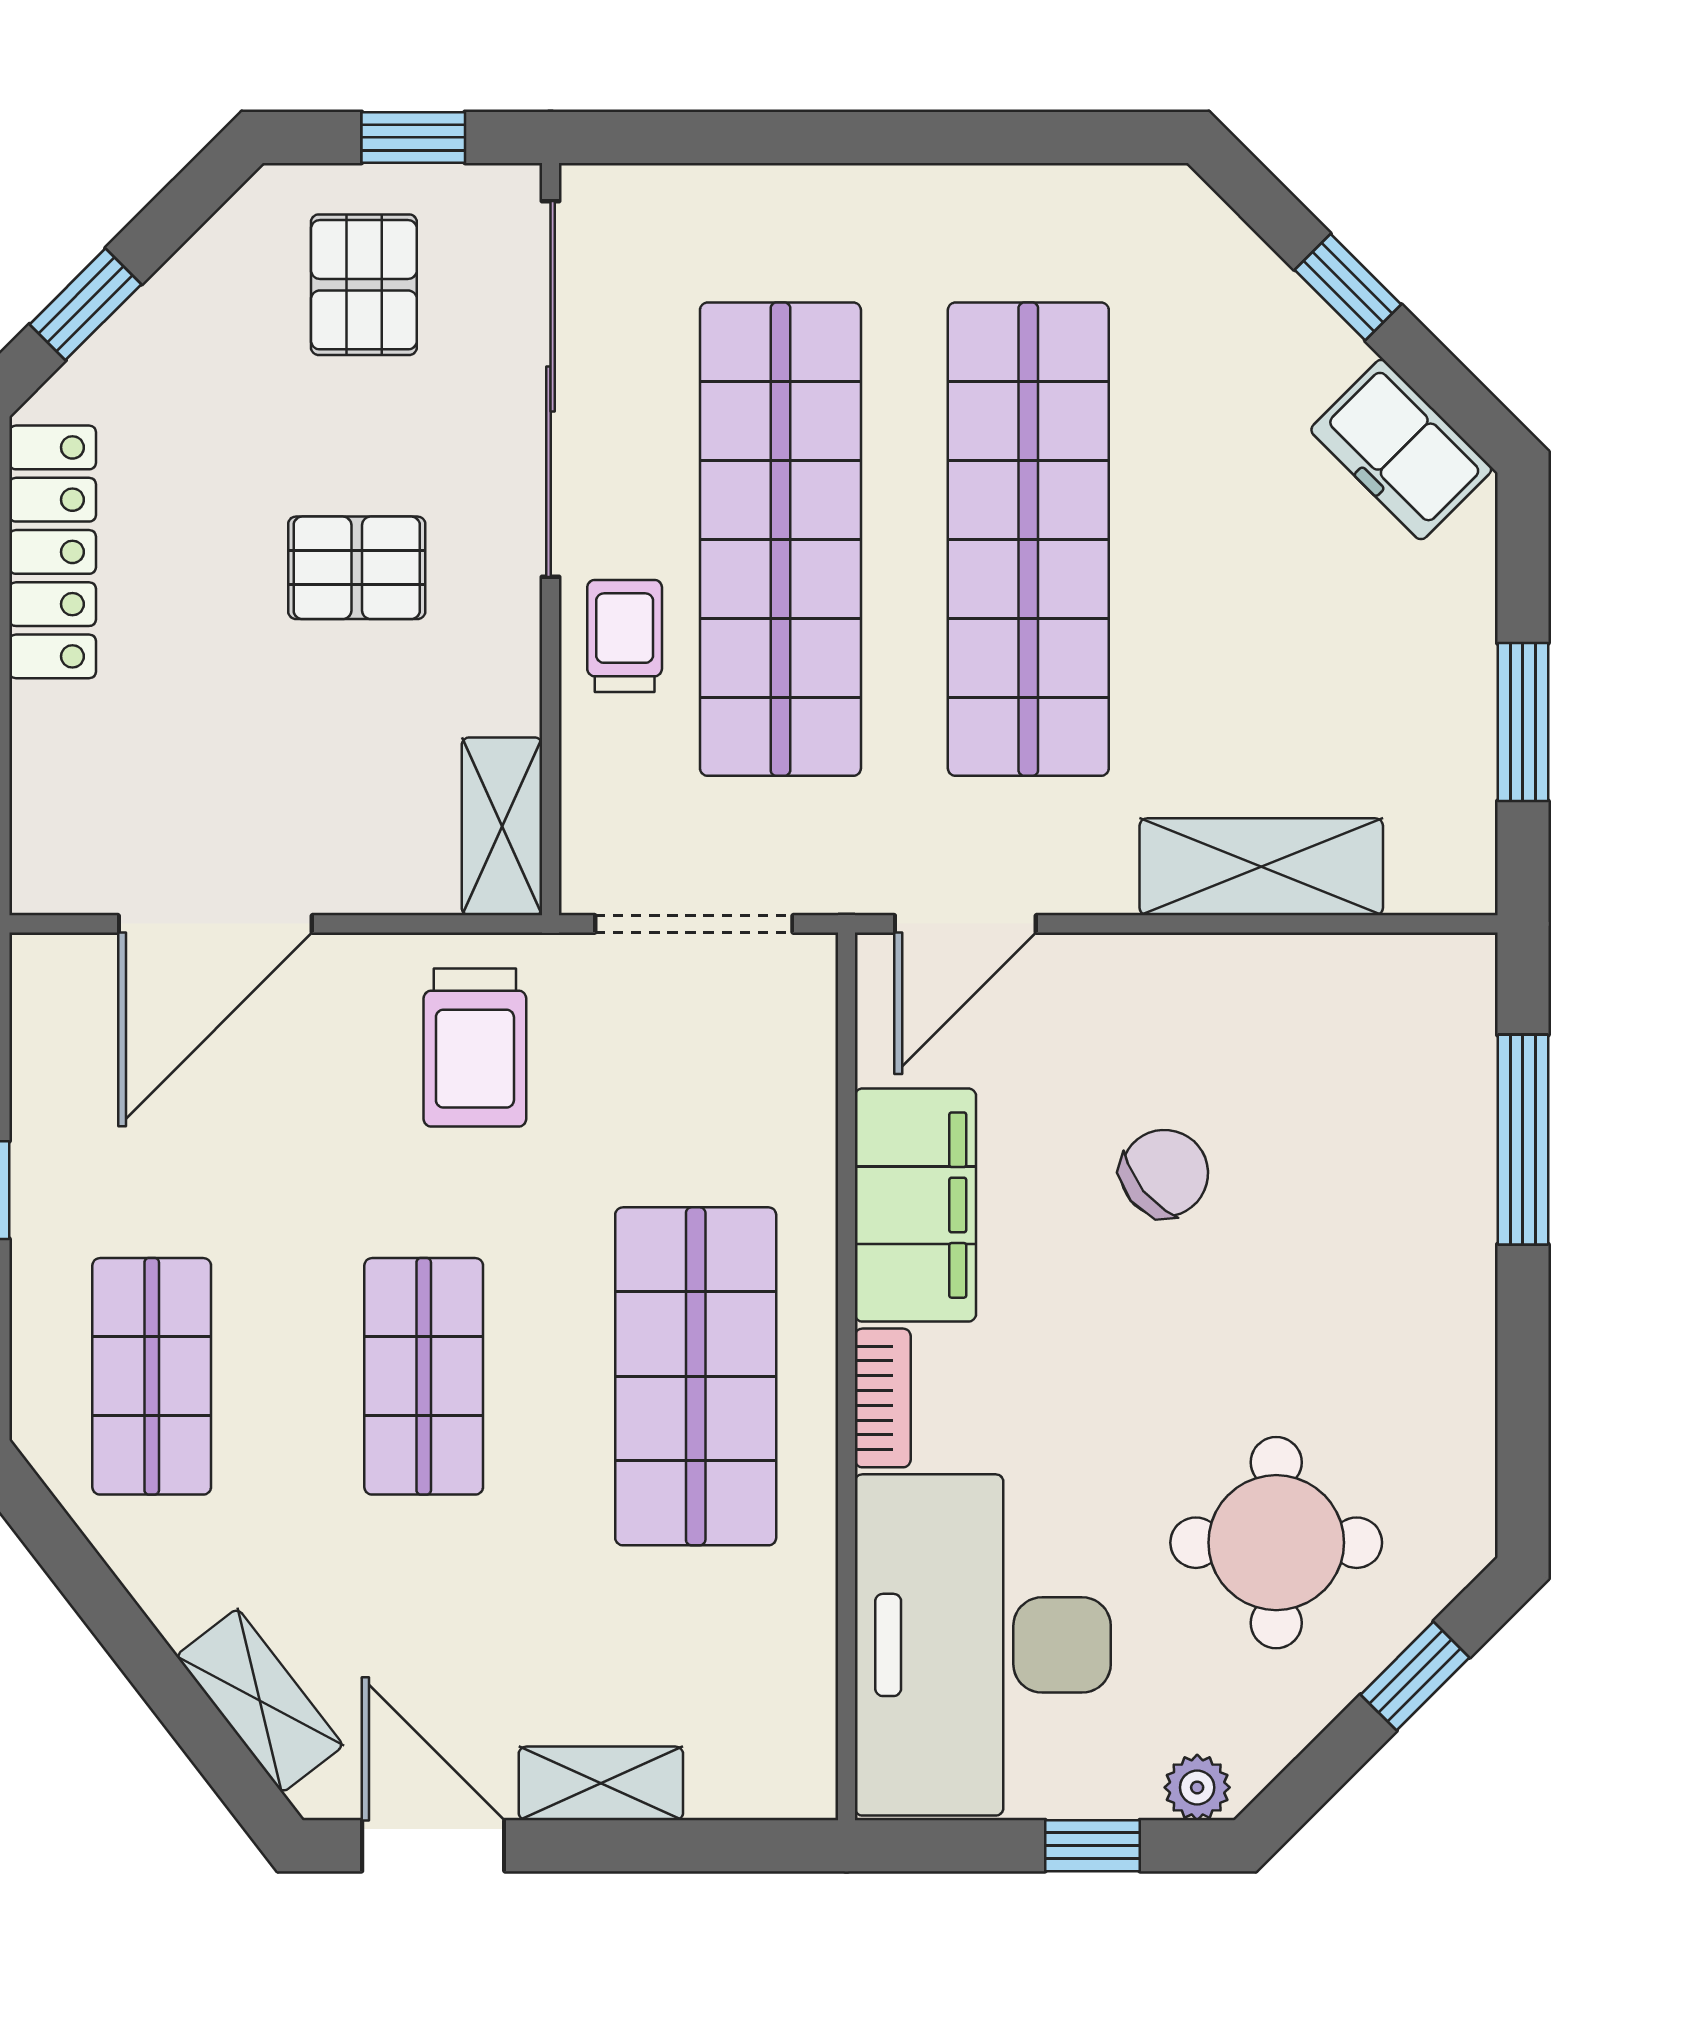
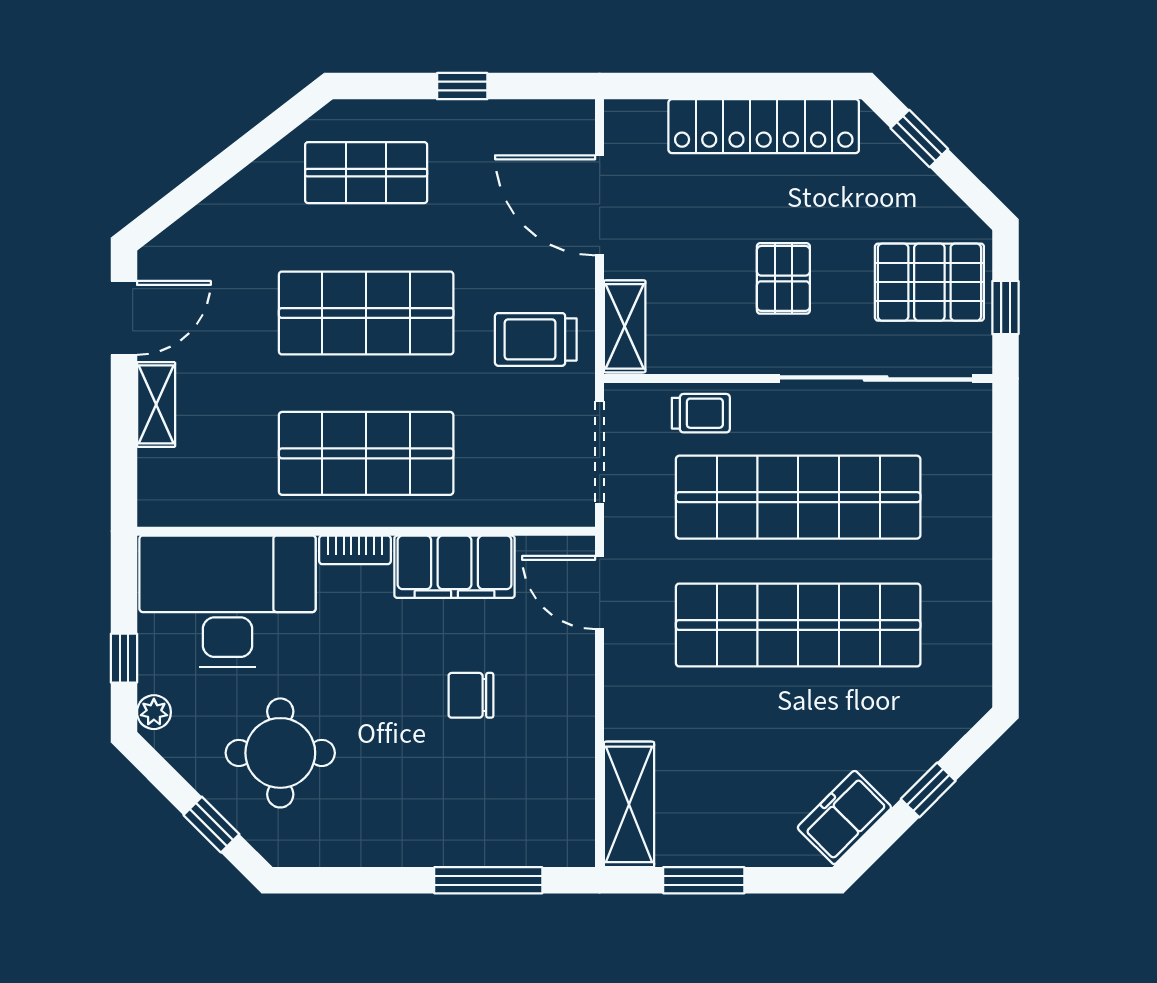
pallet: (364, 285) -> (929, 282), width x1.50, depth x1.42
locker: (53, 552) -> (764, 126), width x1.41, depth x1.21
trolley: (625, 636) -> (701, 413), moved
shelving: (502, 826) -> (625, 326), moved, turned 90
shelving: (1261, 867) -> (629, 804), moved
chair: (1164, 1173) -> (471, 695), turned 129
shop shelf: (424, 1376) -> (366, 313), width x1.43, depth x1.36
shelving: (260, 1701) -> (199, 228), removed

